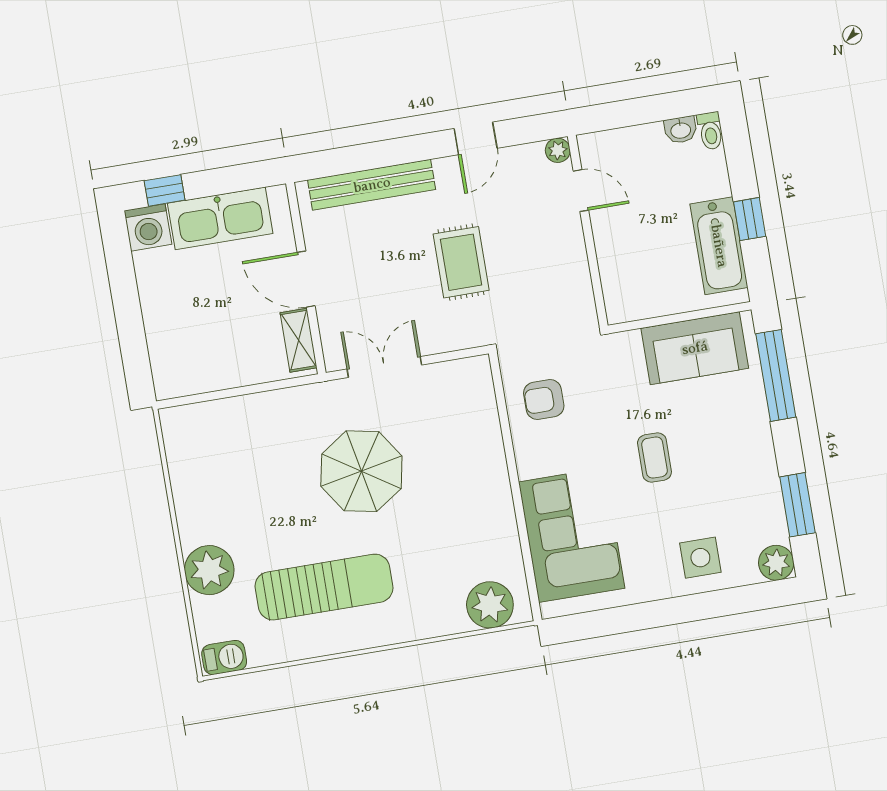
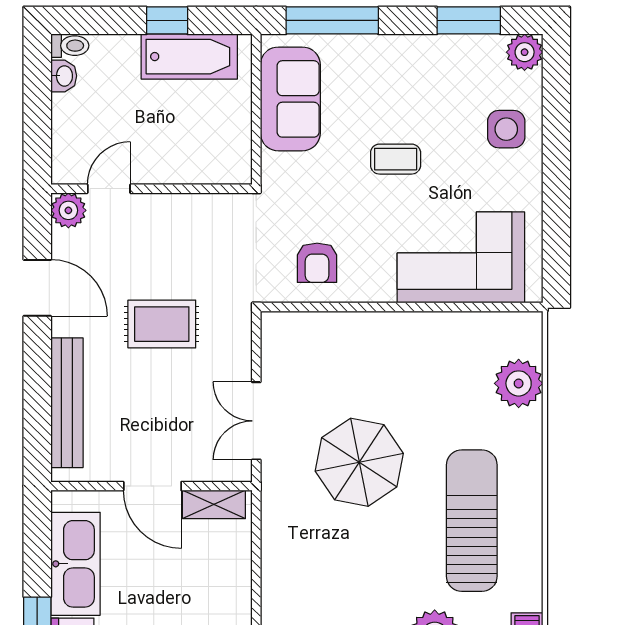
door: (476, 138) -> (37, 288), width x1.38
plant: (558, 150) -> (68, 210), width x1.38, depth x1.38
door: (306, 279) -> (152, 486), hinge flipped
plant: (490, 605) -> (519, 383), moved

